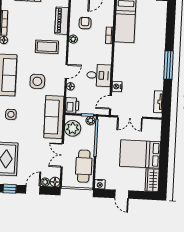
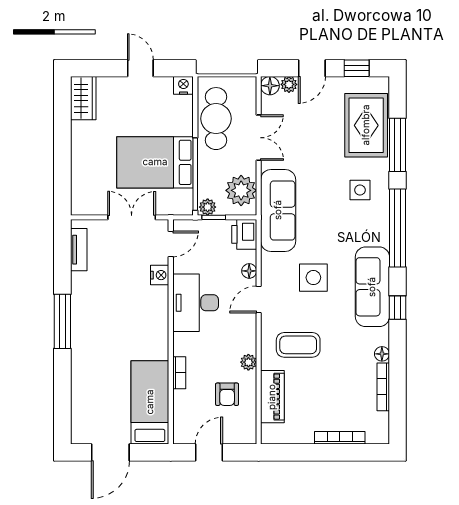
desk: (99, 75) -> (196, 303), width x1.37
side table: (11, 114) -> (360, 190), moved
bed: (140, 154) -> (155, 162), moved, turned 180

